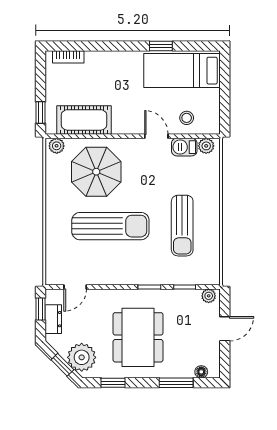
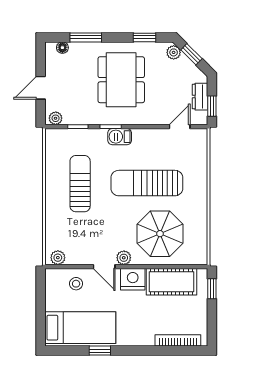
bookcase: (68, 57) -> (178, 340), width x1.56
nightstand: (126, 123) -> (133, 279), added
plant: (57, 146) -> (124, 258), moved
barbecue: (184, 147) -> (120, 137), moved, turned 180
plant: (82, 357) -> (174, 52), width x0.53, depth x0.53

